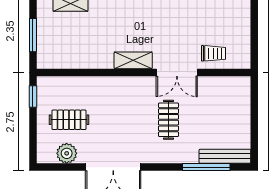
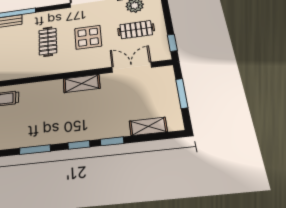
double door: (177, 72) -> (132, 67), moved
display table: (123, 118) -> (88, 37), added

